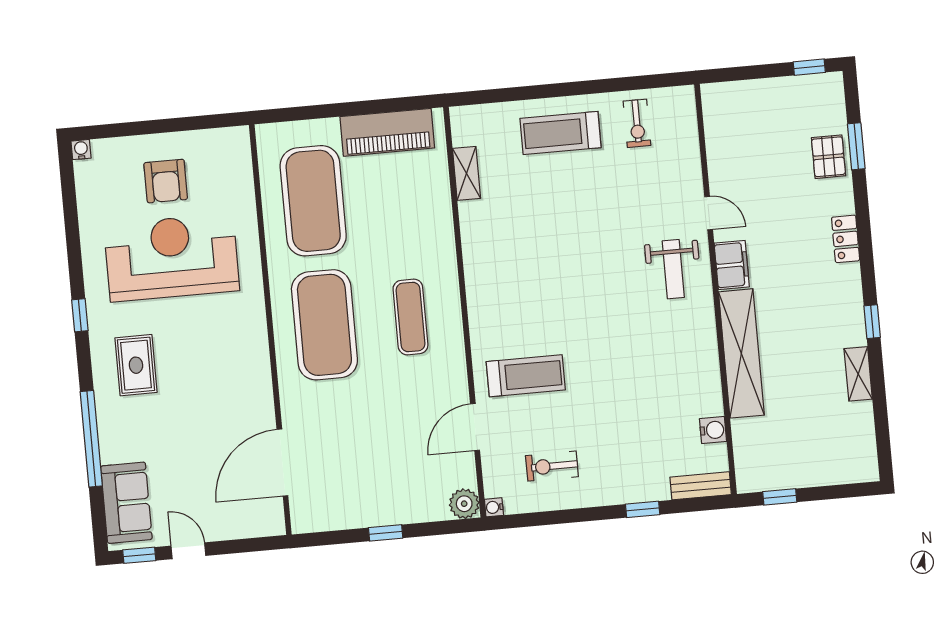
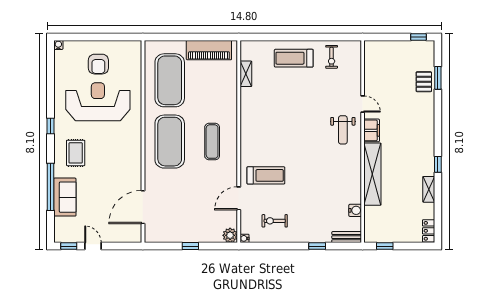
locker: (846, 239) -> (429, 231), moved
sofa: (126, 503) -> (65, 197), moved

